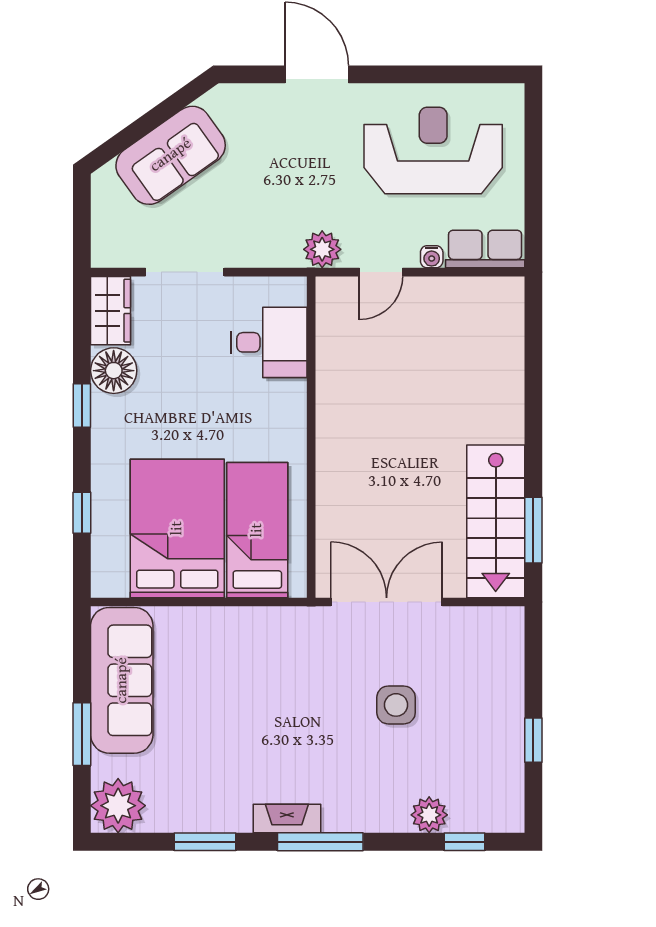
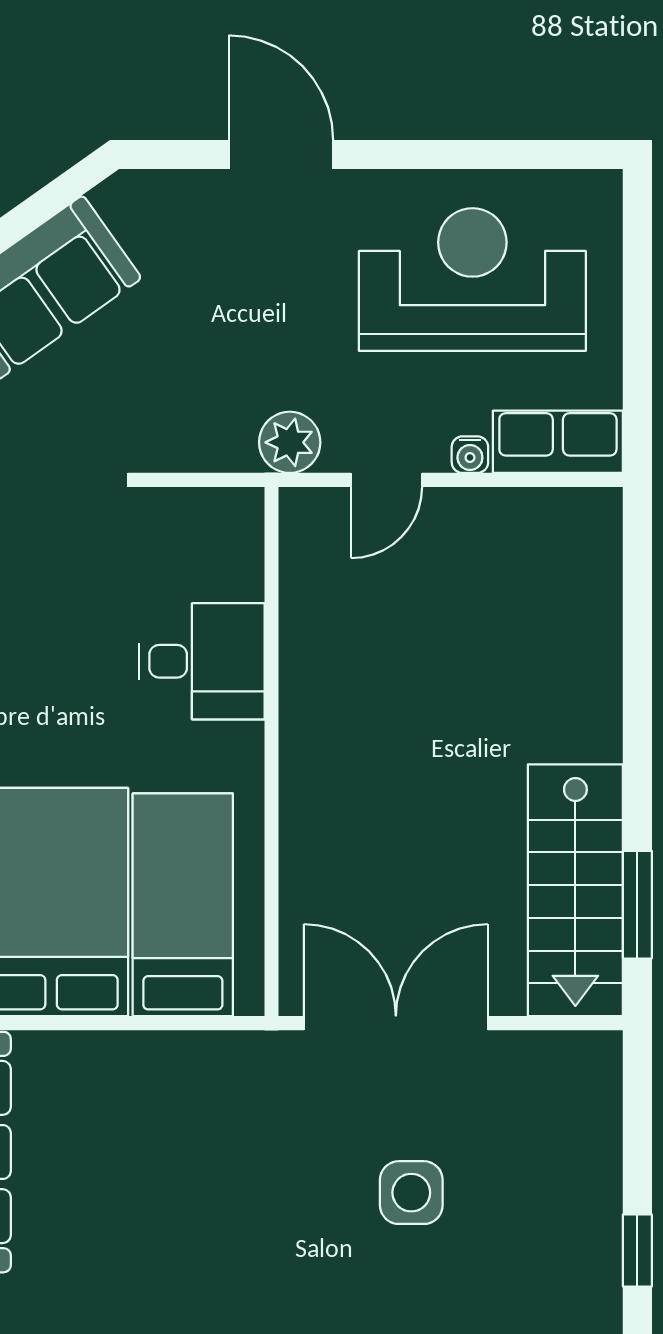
desk: (269, 342) -> (202, 661), moved

